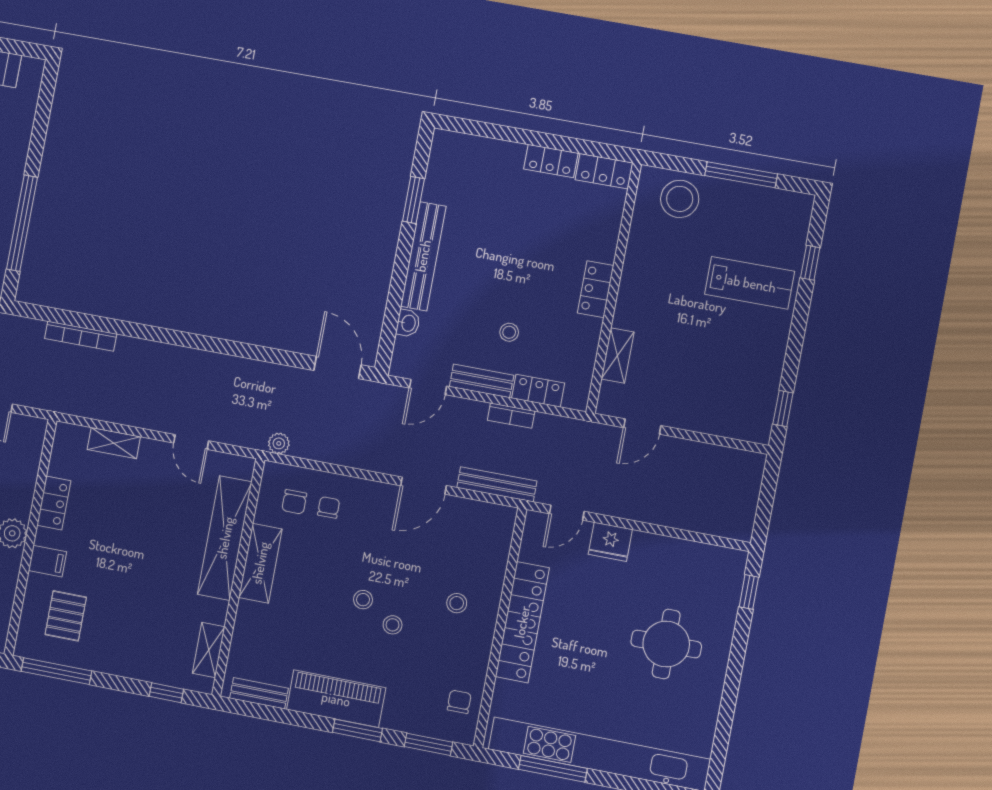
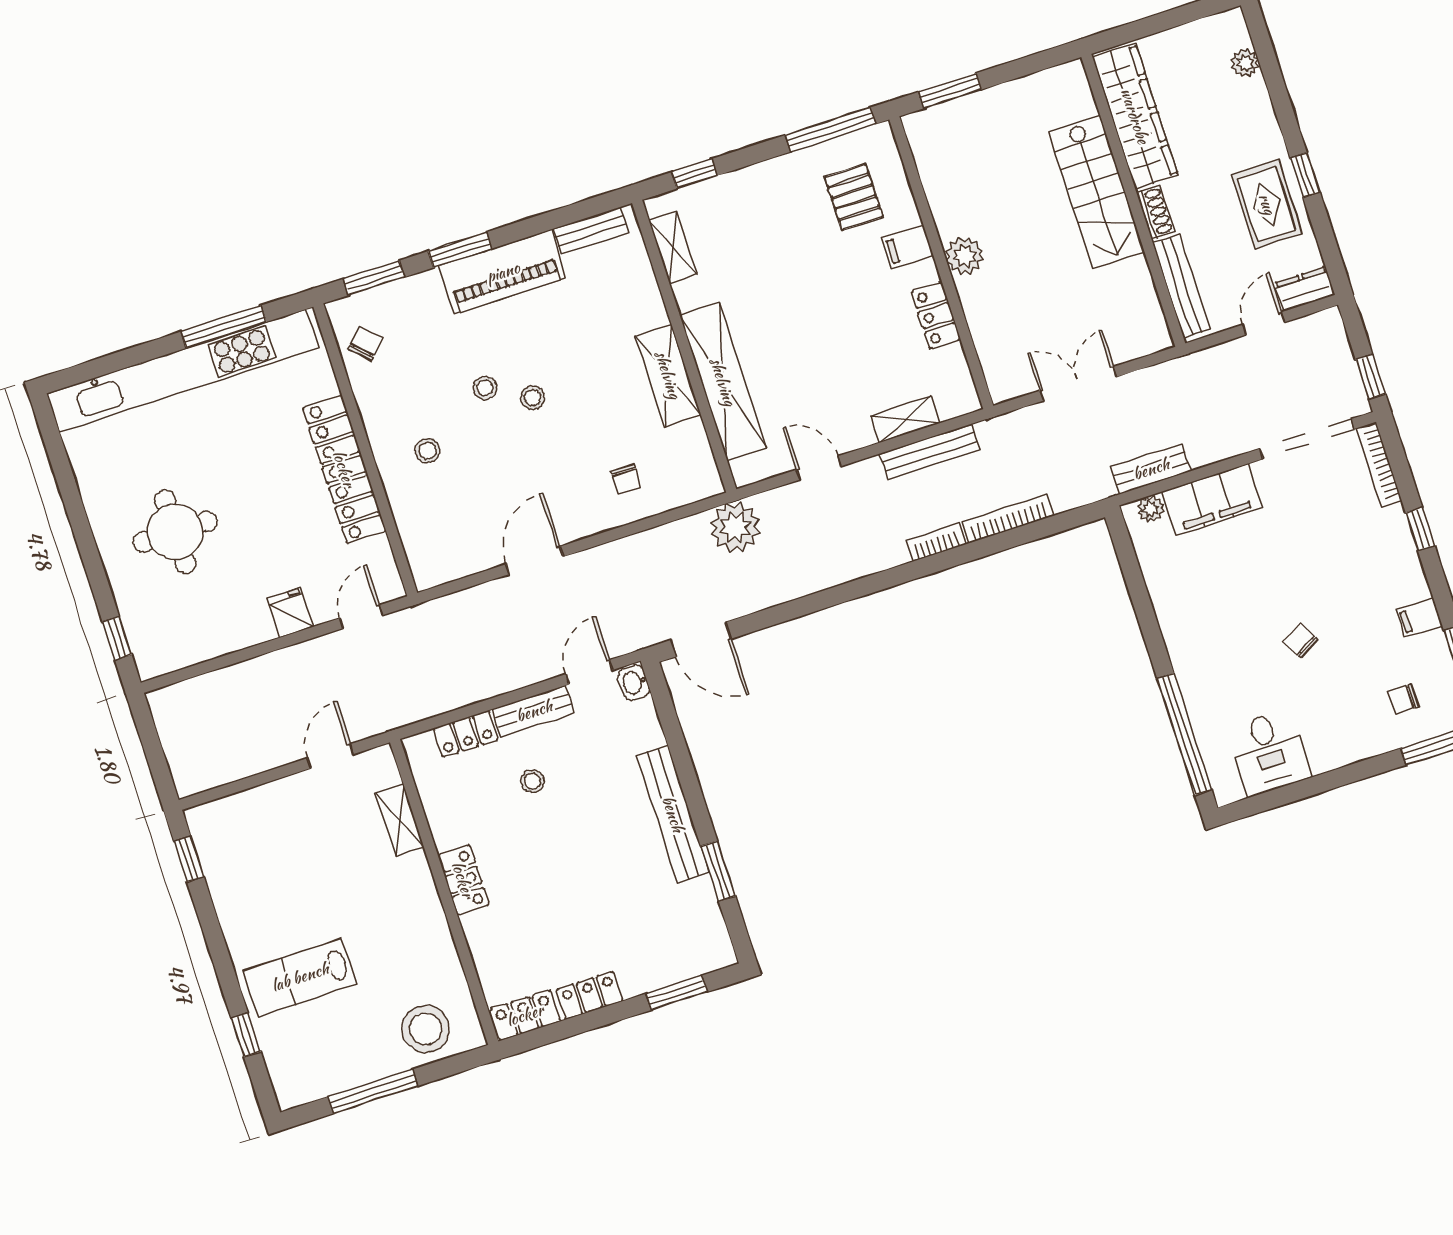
window: (489, 130) -> (677, 993), added
window: (22, 223) -> (1184, 734), moved
washbasin: (408, 323) -> (634, 683), moved
bookcase: (511, 416) -> (936, 542), moved
plant: (279, 443) -> (735, 527), width x1.88, depth x1.88
bench: (497, 484) -> (930, 452), moved
chair: (294, 502) -> (668, 464), removed
fridge: (610, 542) -> (290, 613), width x0.72
chair: (459, 702) -> (366, 344), turned -136

